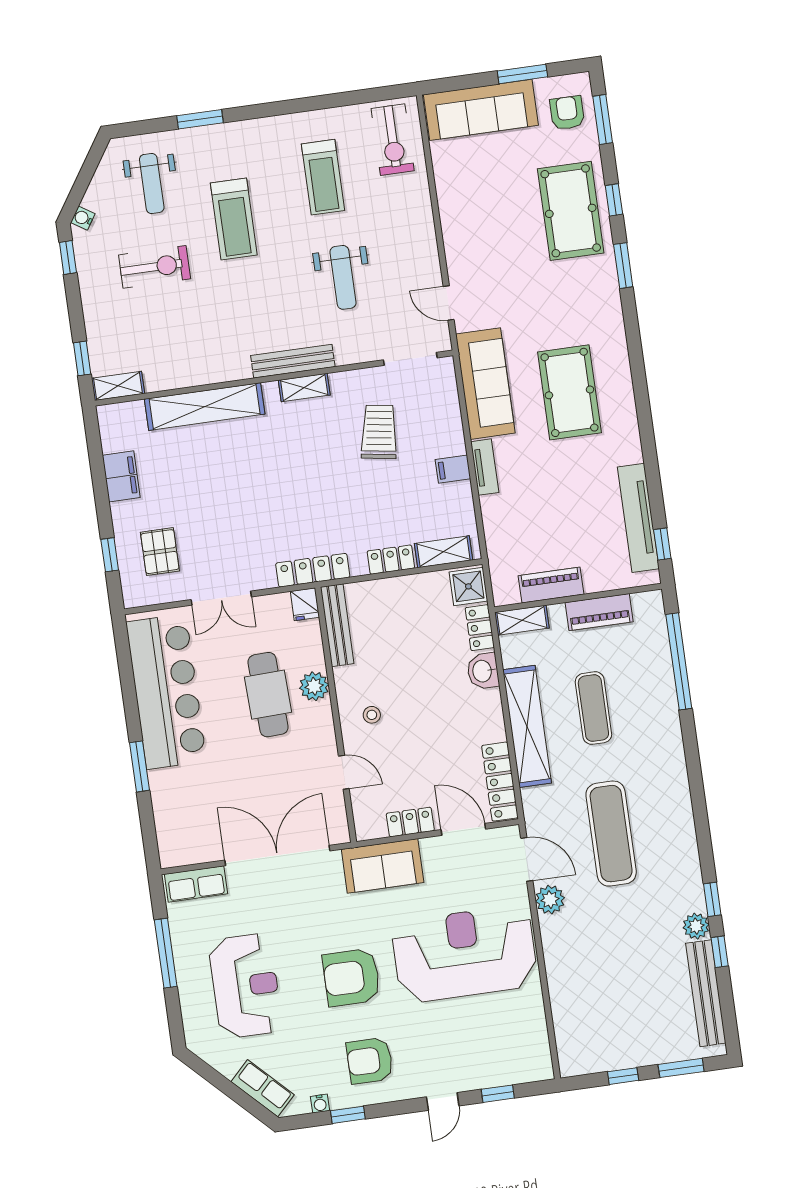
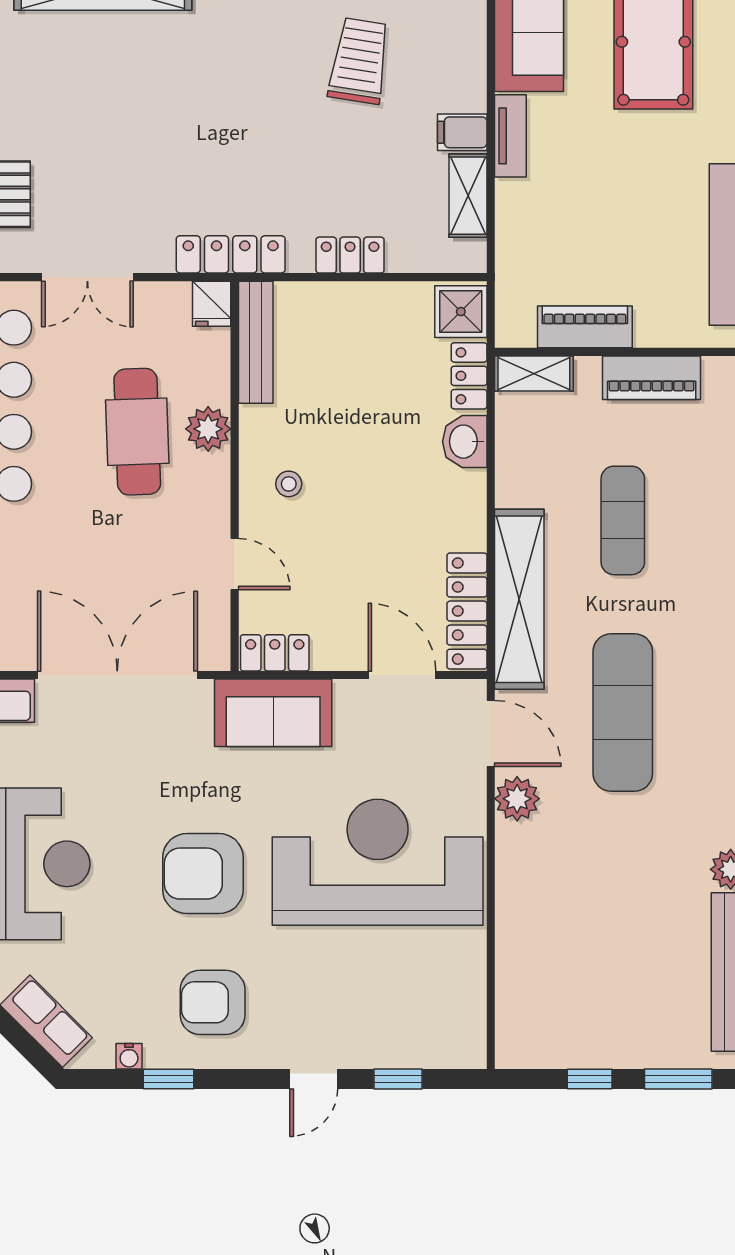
shelving: (444, 552) -> (468, 196), moved, turned 90
shelving: (527, 726) -> (519, 599), moved
locker: (410, 822) -> (275, 653), moved

